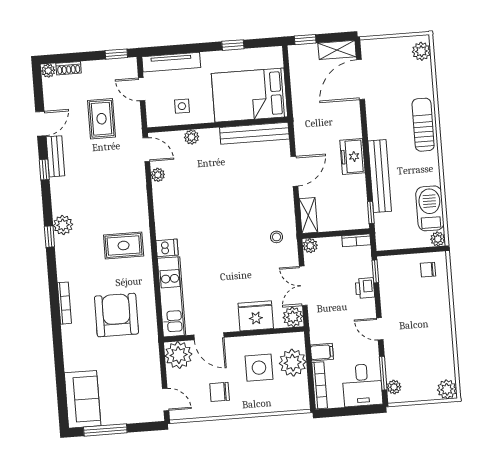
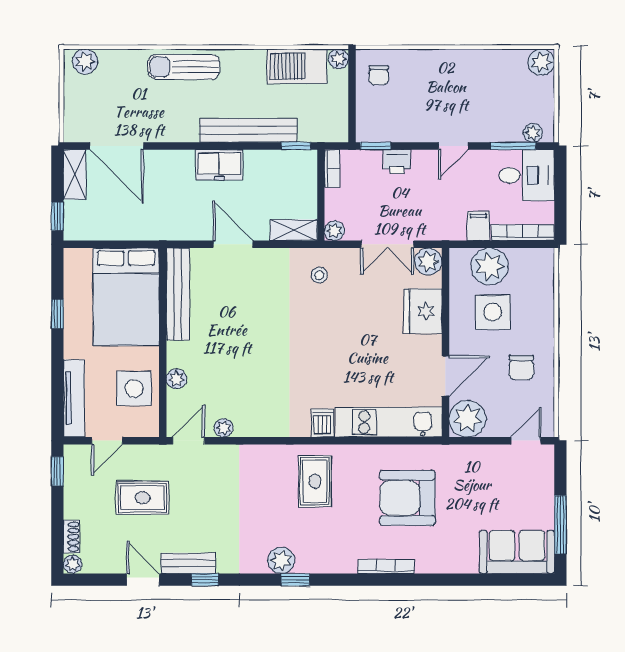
side table: (182, 106) -> (134, 388), width x1.87, depth x1.87

